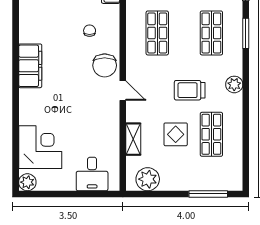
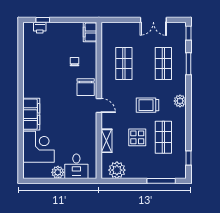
filing cabinet: (30, 66) -> (31, 114), moved
window: (246, 163) -> (189, 158), added
plant: (27, 182) -> (58, 172), moved

